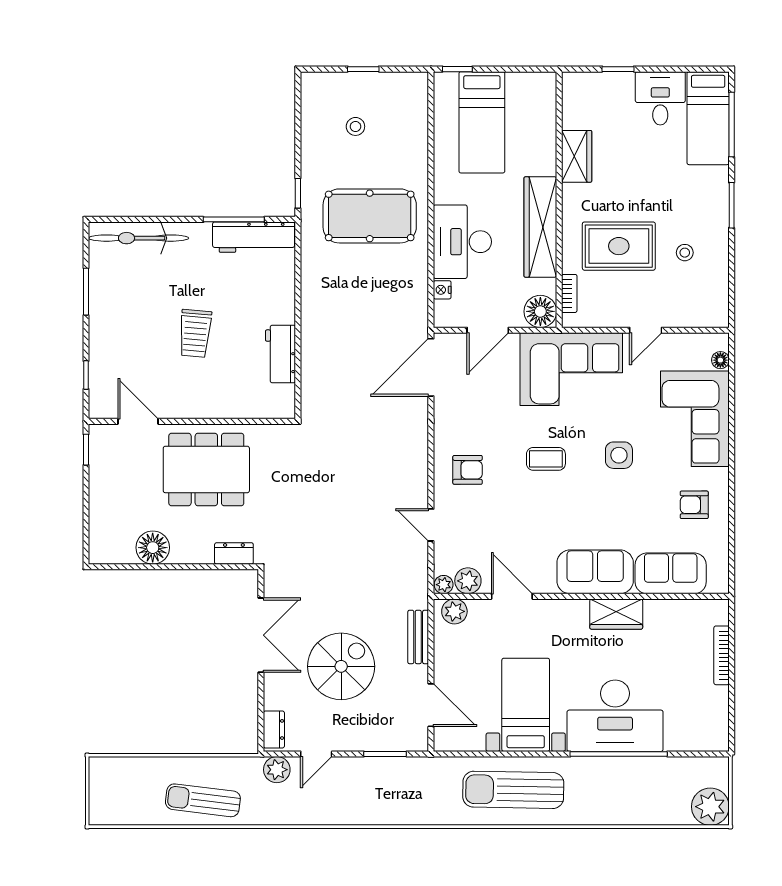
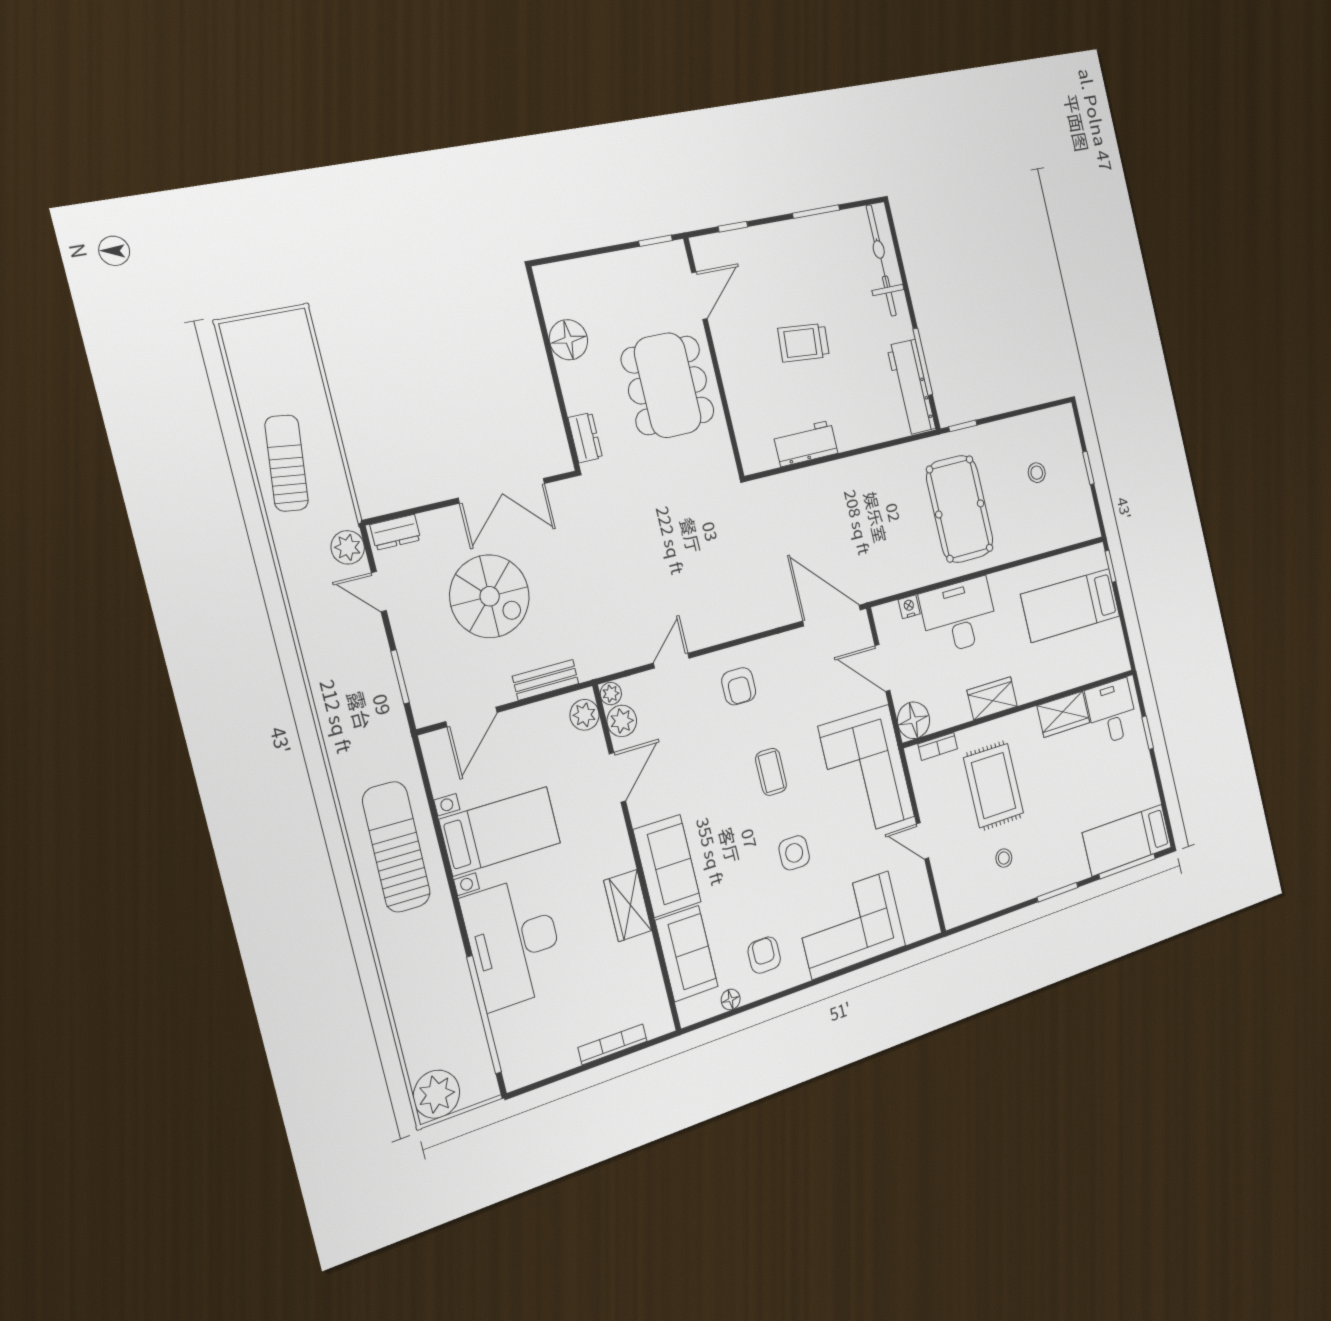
desk: (660, 98) -> (1112, 712), moved, turned -90
wardrobe: (540, 227) -> (992, 698), width x0.48, depth x0.85
floor lamp: (720, 360) -> (731, 1000), moved
window: (619, 754) -> (484, 1015), moved

